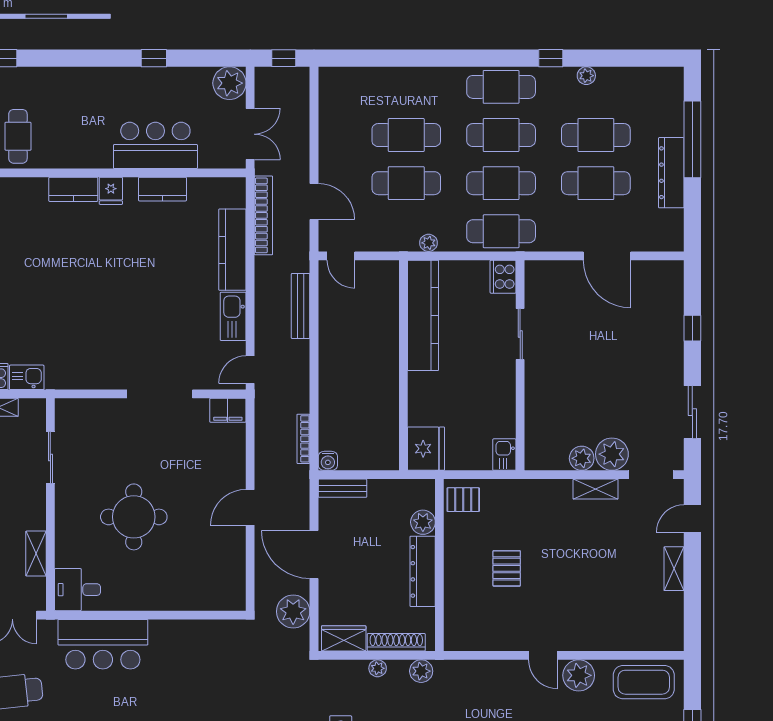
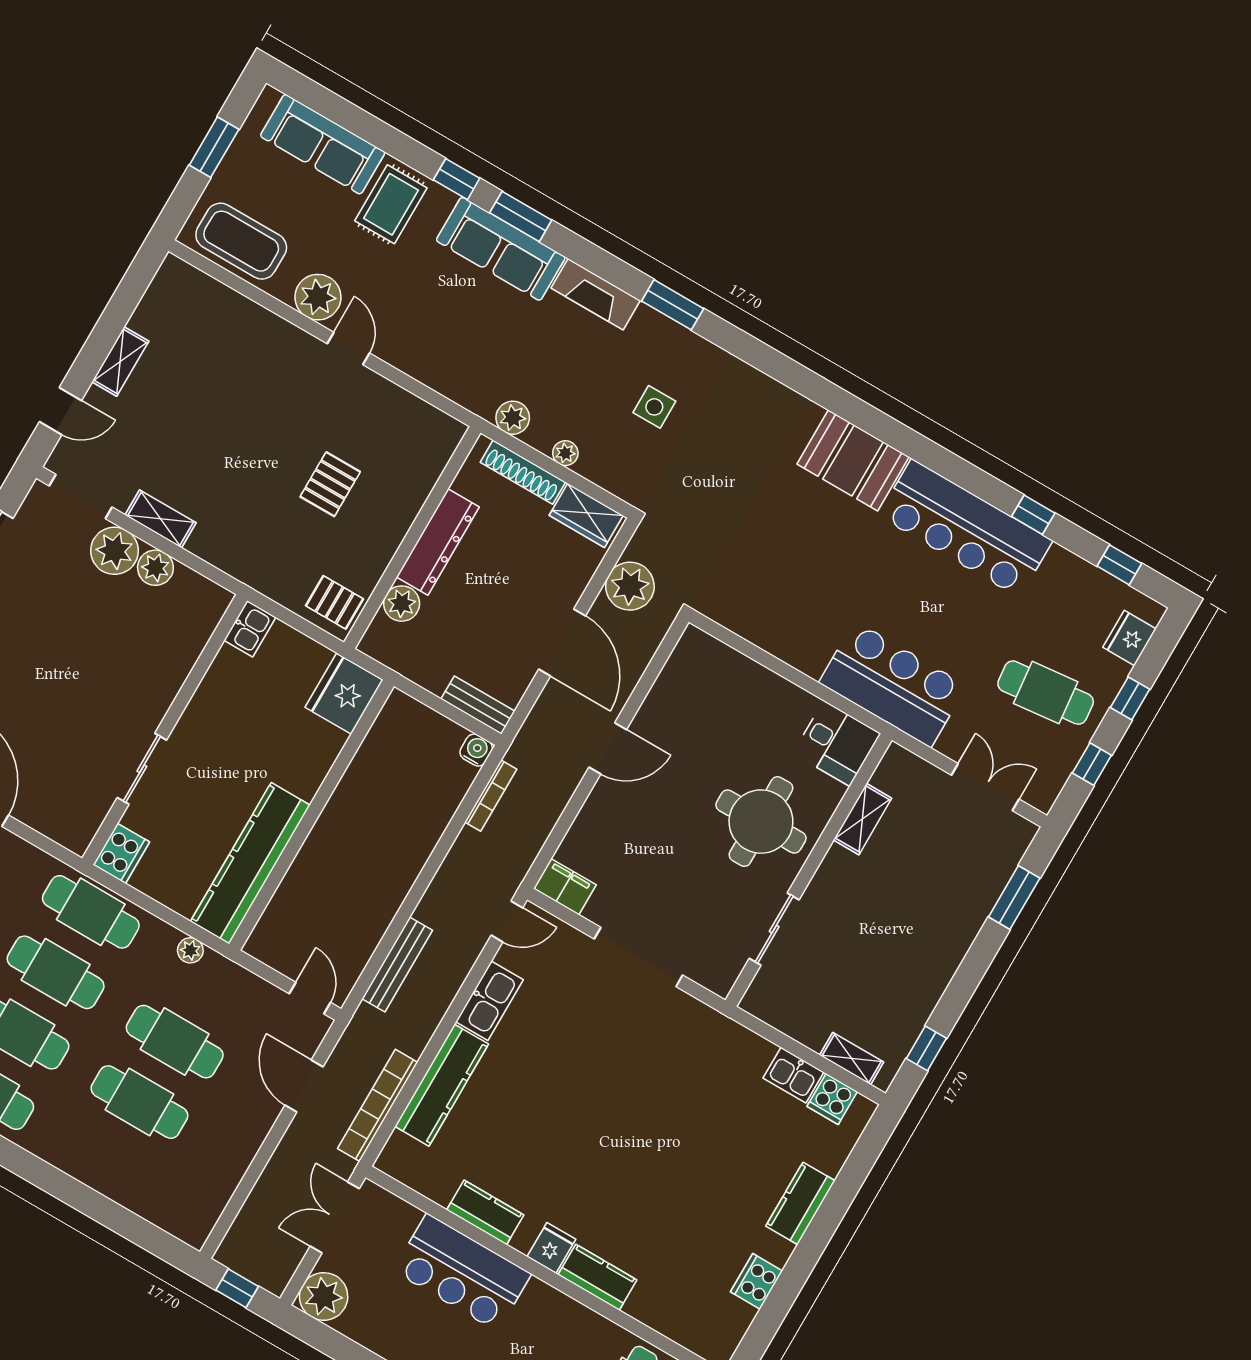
sliding door: (50, 458) -> (774, 929), moved
wall: (50, 504) -> (809, 870), moved
shelving: (36, 554) -> (862, 819), moved
desk: (77, 590) -> (837, 743), moved

